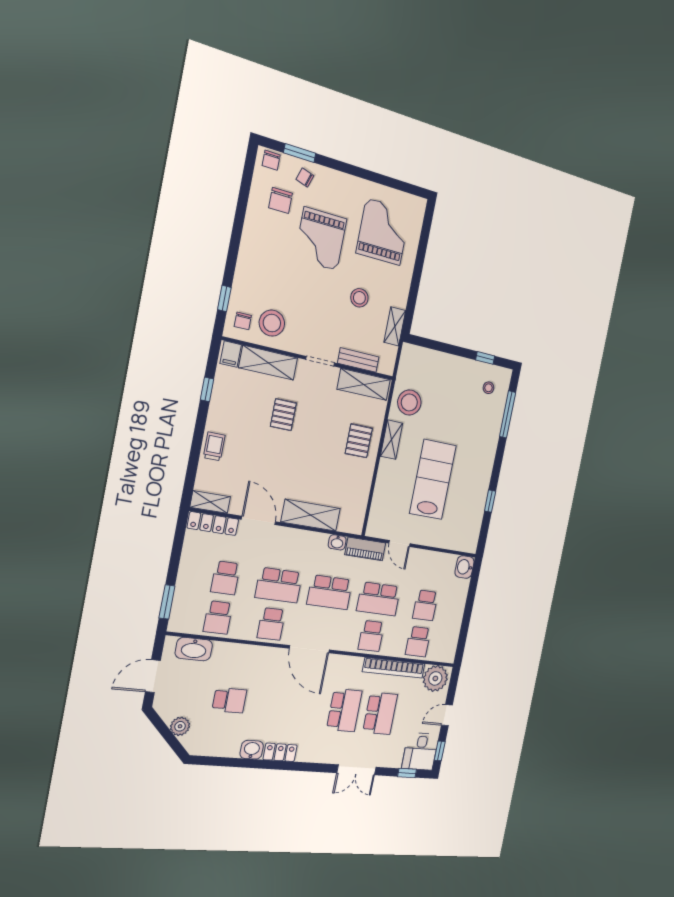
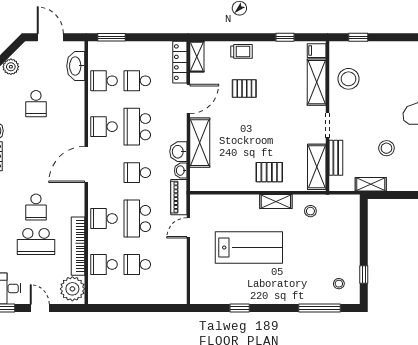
chair: (243, 321) -> (345, 55), removed
stool: (409, 402) -> (310, 211), width x0.53, depth x0.53
pallet: (283, 415) -> (244, 89), moved
washbasin: (464, 567) -> (178, 152), moved, turned -90
school desk: (330, 592) -> (137, 173), width x0.54
school desk: (344, 710) -> (36, 207), width x0.54

